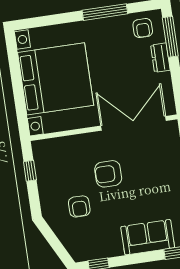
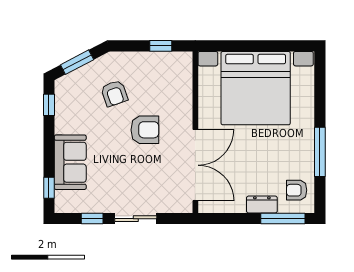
armchair: (108, 174) -> (145, 130), turned 90
armchair: (79, 206) -> (114, 93), turned -109
window: (56, 244) -> (77, 62), added

